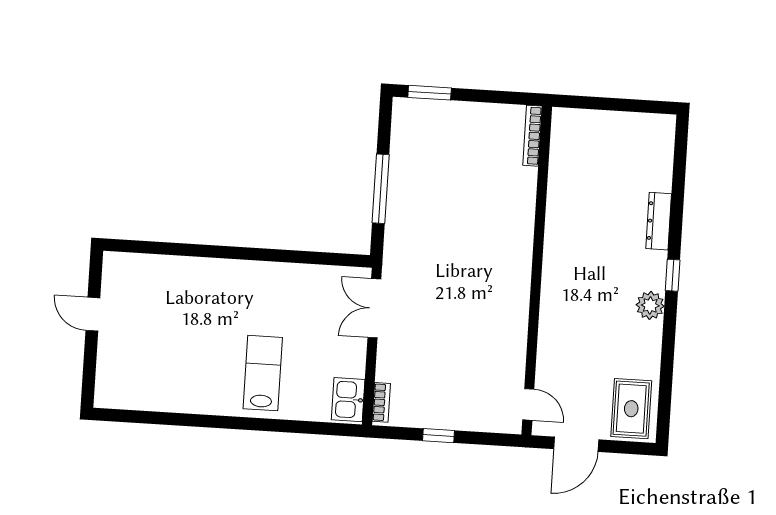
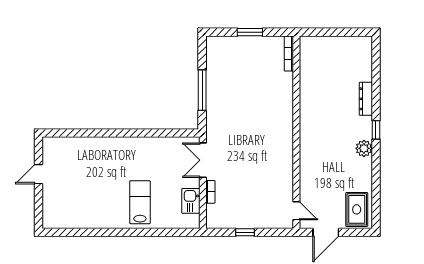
window: (430, 93) -> (250, 32), moved
door: (93, 314) -> (38, 174), hinge flipped
kitchen sink: (348, 400) -> (191, 201), moved
bookcase: (381, 402) -> (210, 192), moved

